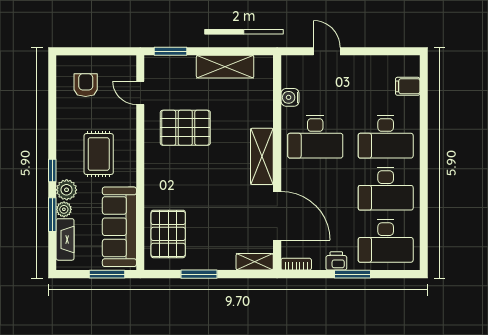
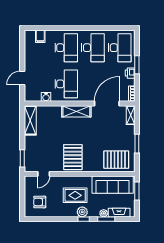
shelving: (225, 67) -> (30, 120), moved
pallet: (185, 128) -> (73, 157), moved
plant: (67, 190) -> (82, 212), moved

